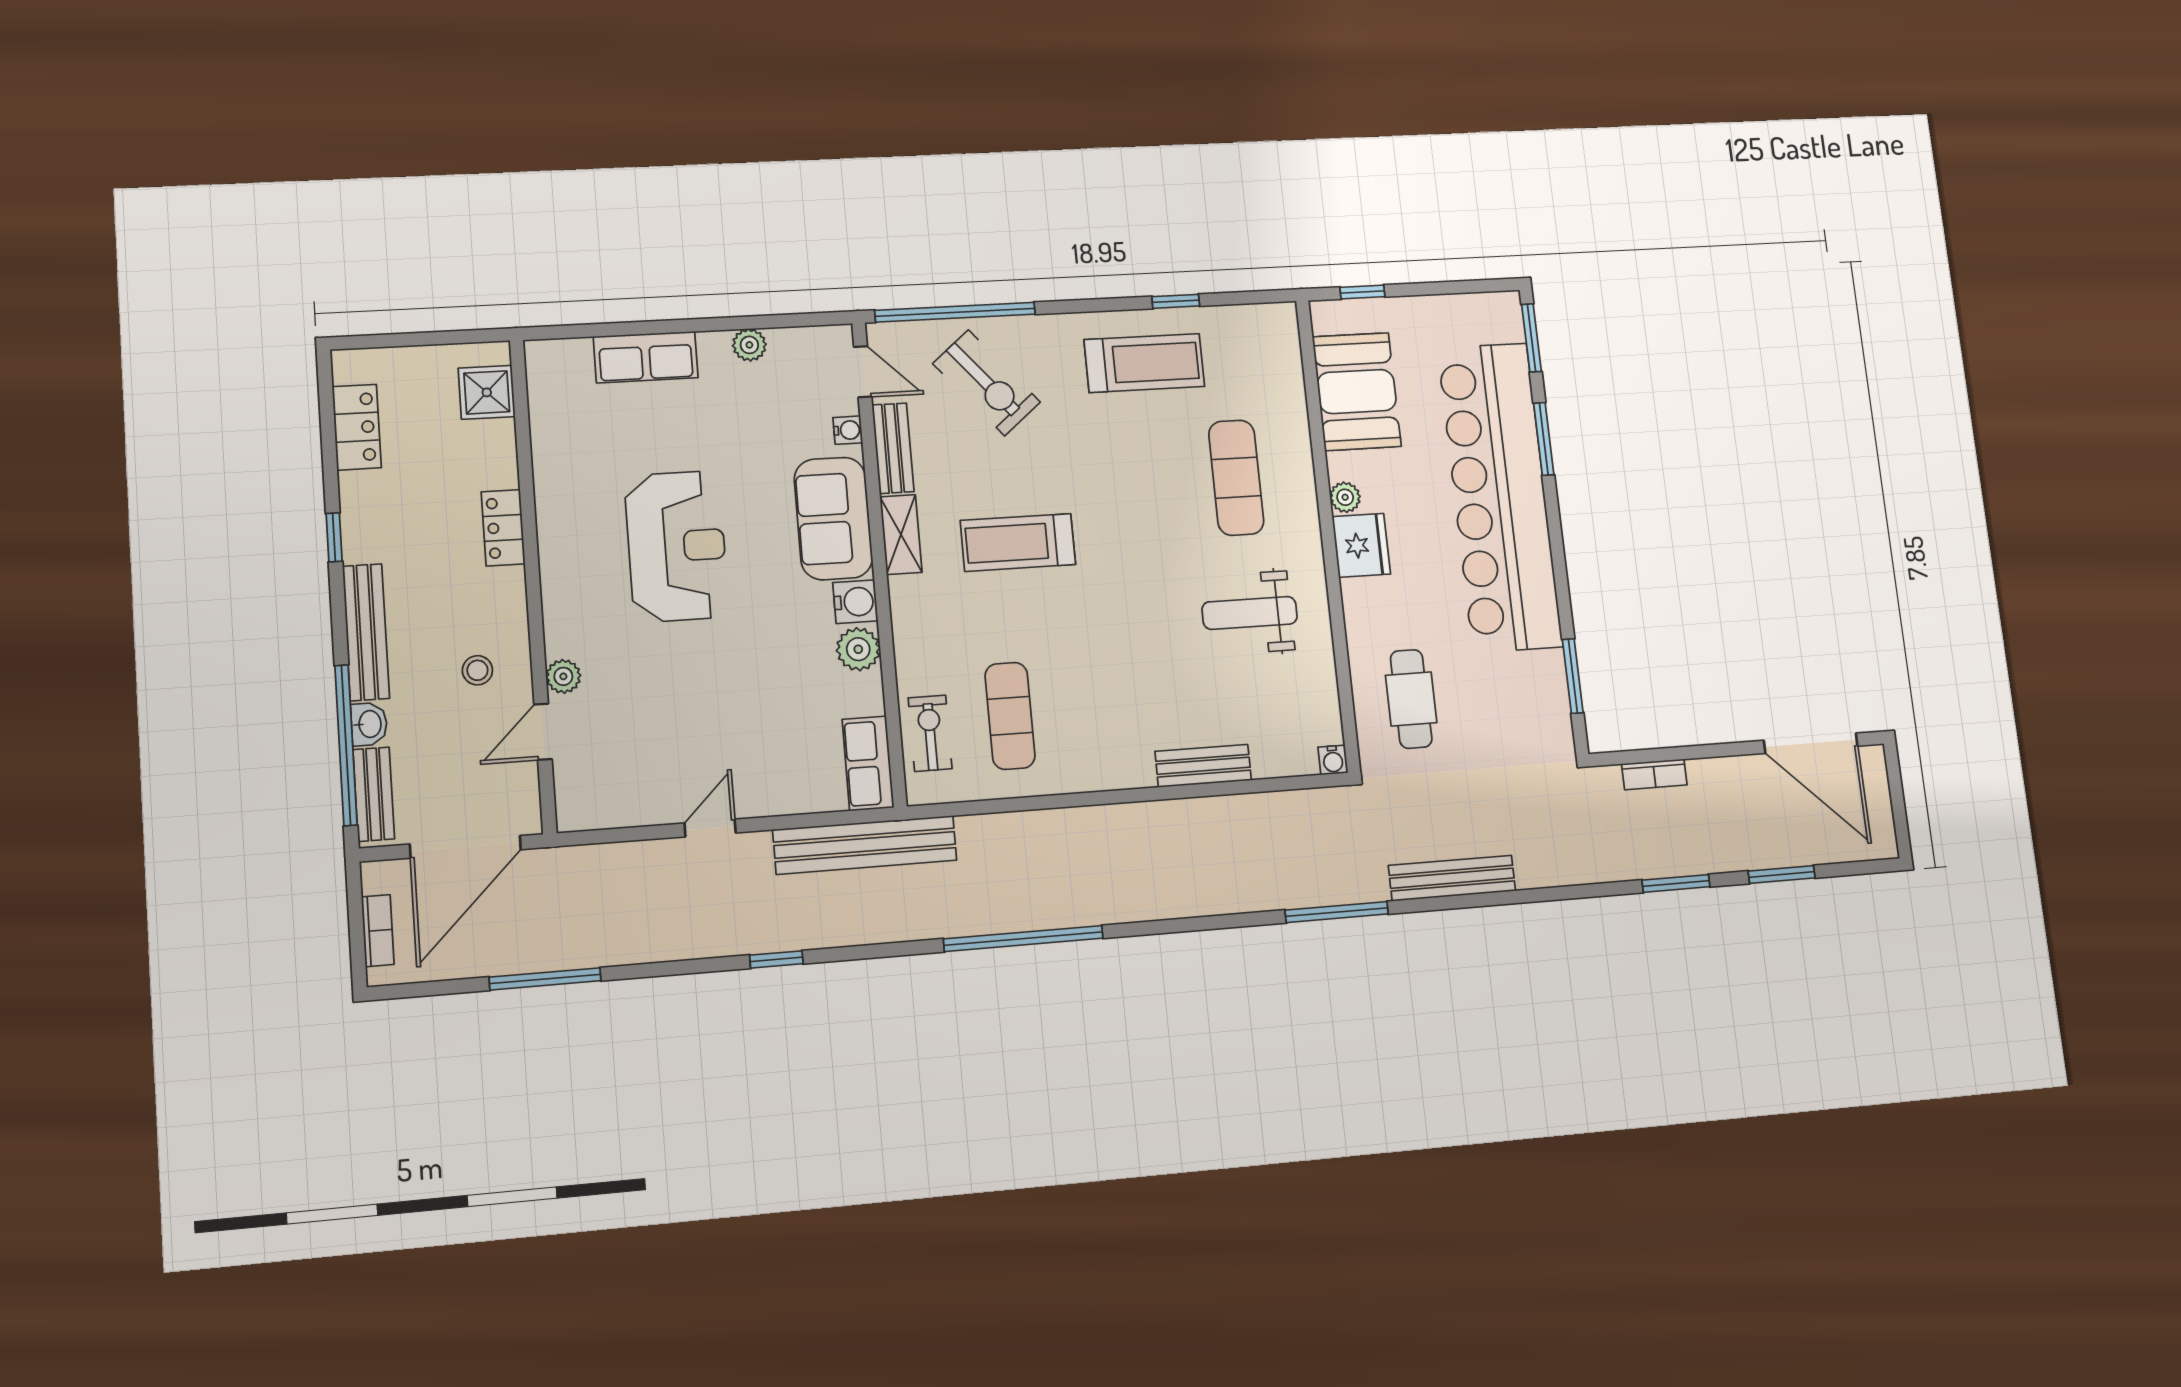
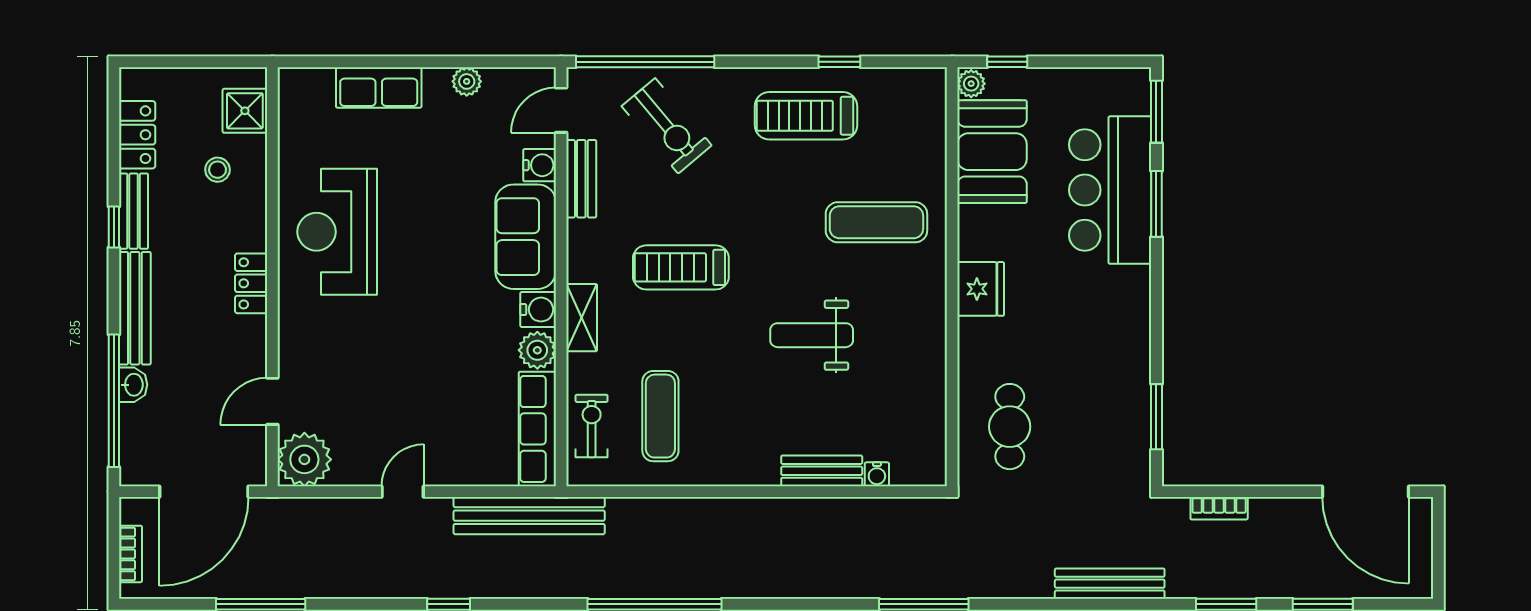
treadmill: (1144, 363) -> (806, 116), turned 180
door: (863, 372) -> (561, 110), swing flipped
water cooler: (848, 430) -> (540, 165), width x1.38, depth x1.38
exercise mat: (1236, 478) -> (876, 222), turned 90
plant: (1345, 497) -> (971, 84), moved
bar counter: (1500, 497) -> (1110, 190), width x0.54
locker: (503, 528) -> (251, 283), moved
shelving: (901, 535) -> (582, 318), moved
reception desk: (677, 546) -> (337, 232), moved, turned 180
weight bench: (1250, 613) -> (812, 335), moved
stool: (477, 670) -> (218, 170), moved
plant: (563, 676) -> (304, 459), moved, width x1.88, depth x1.88
water cooler: (1333, 760) -> (877, 474), moved
row of seats: (868, 763) -> (537, 429), width x1.48
bench: (374, 794) -> (134, 211), moved
bench: (1452, 878) -> (1110, 584), moved

